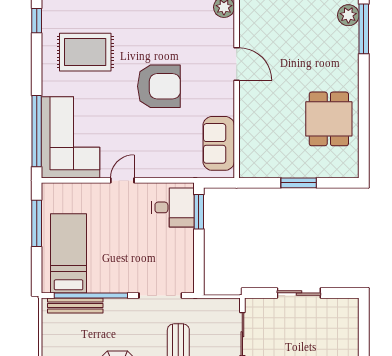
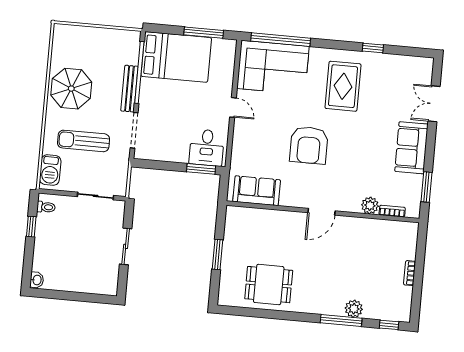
bed: (69, 253) -> (176, 57), width x1.50
bench: (75, 305) -> (129, 89), moved

